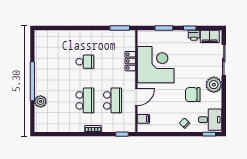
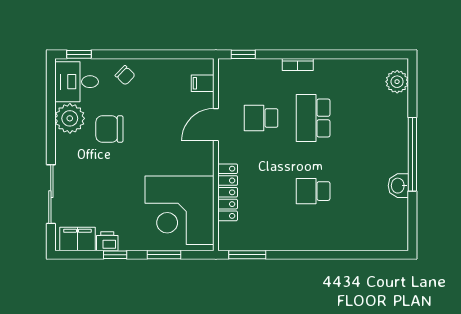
locker: (130, 61) -> (228, 192), width x1.53
washbasin: (40, 65) -> (398, 186), added
corner desk: (156, 65) -> (180, 210), moved
plant: (214, 85) -> (70, 118), moved
chair: (193, 95) -> (109, 129), turned 180
school desk: (112, 100) -> (261, 118), width x0.54
plant: (40, 101) -> (397, 82), moved

